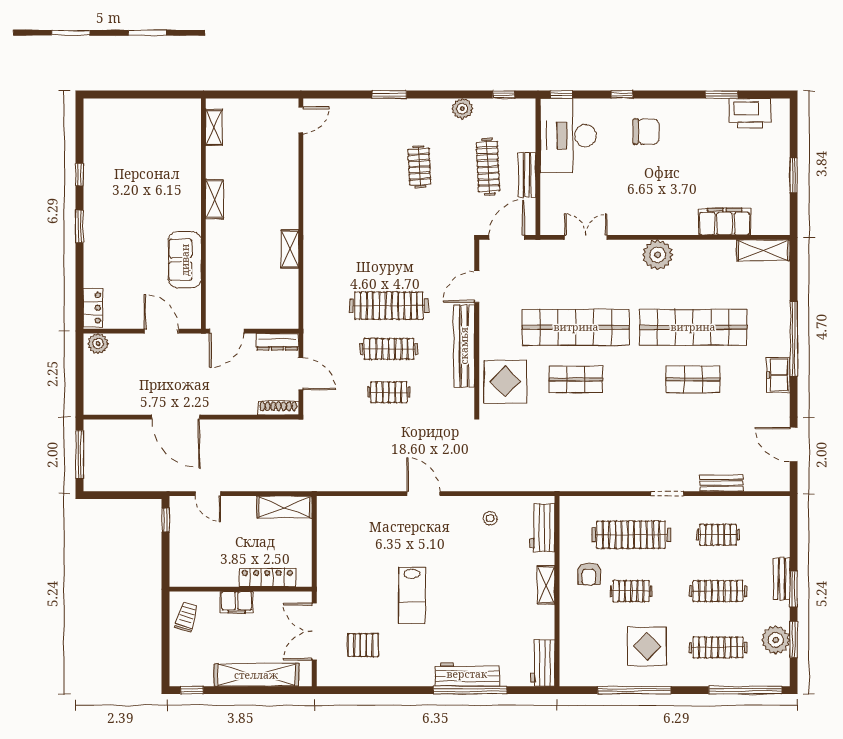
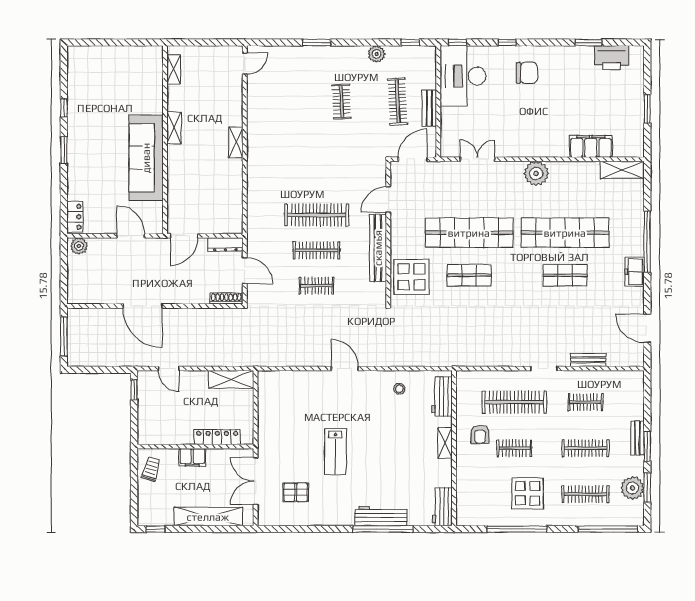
shelving: (290, 249) -> (236, 142), moved
sofa: (185, 260) -> (146, 158), width x1.85, depth x1.27

